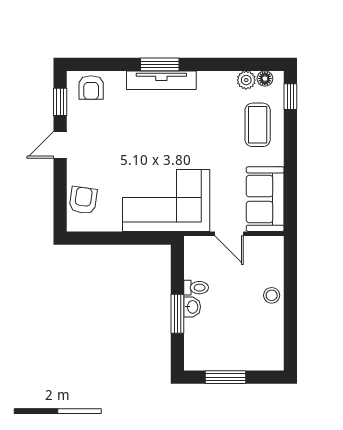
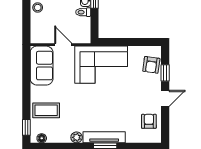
plant: (246, 80) -> (77, 137), moved
armchair: (91, 87) -> (149, 121), moved
window: (60, 102) -> (165, 73), moved
coffee table: (258, 125) -> (46, 110), turned 90

